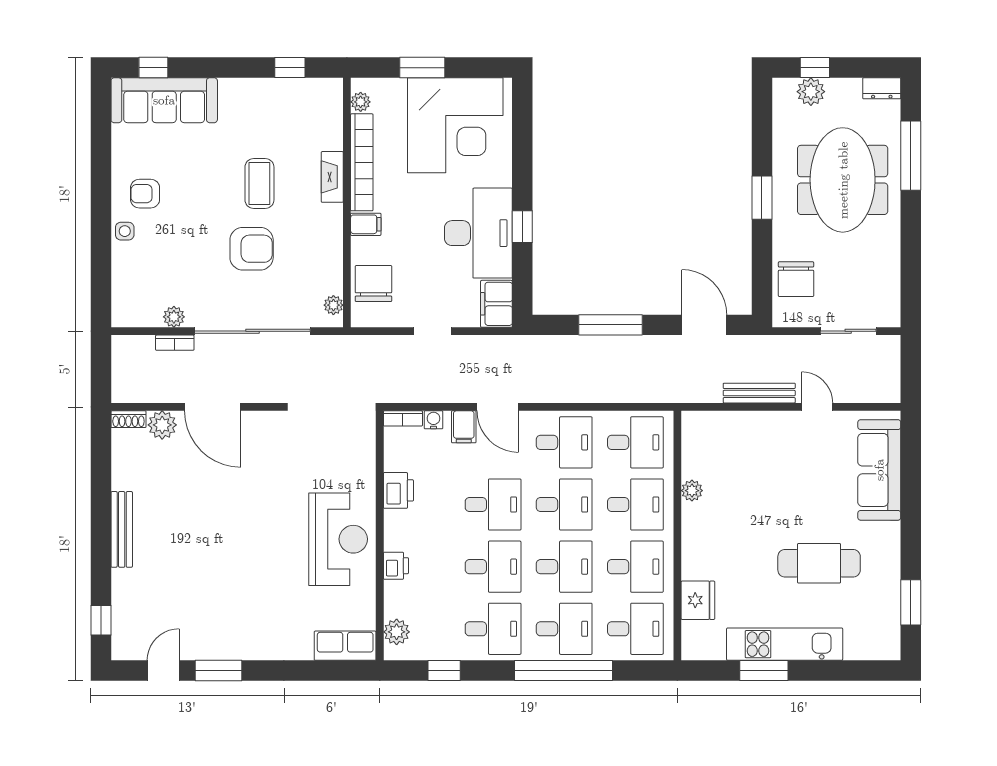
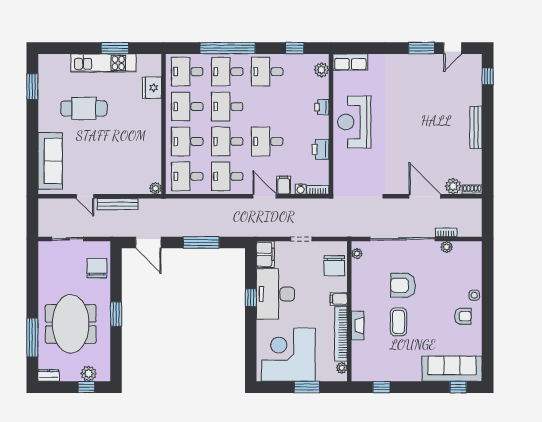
plant: (692, 491) -> (155, 188), moved
desk: (493, 567) -> (267, 107), removed

